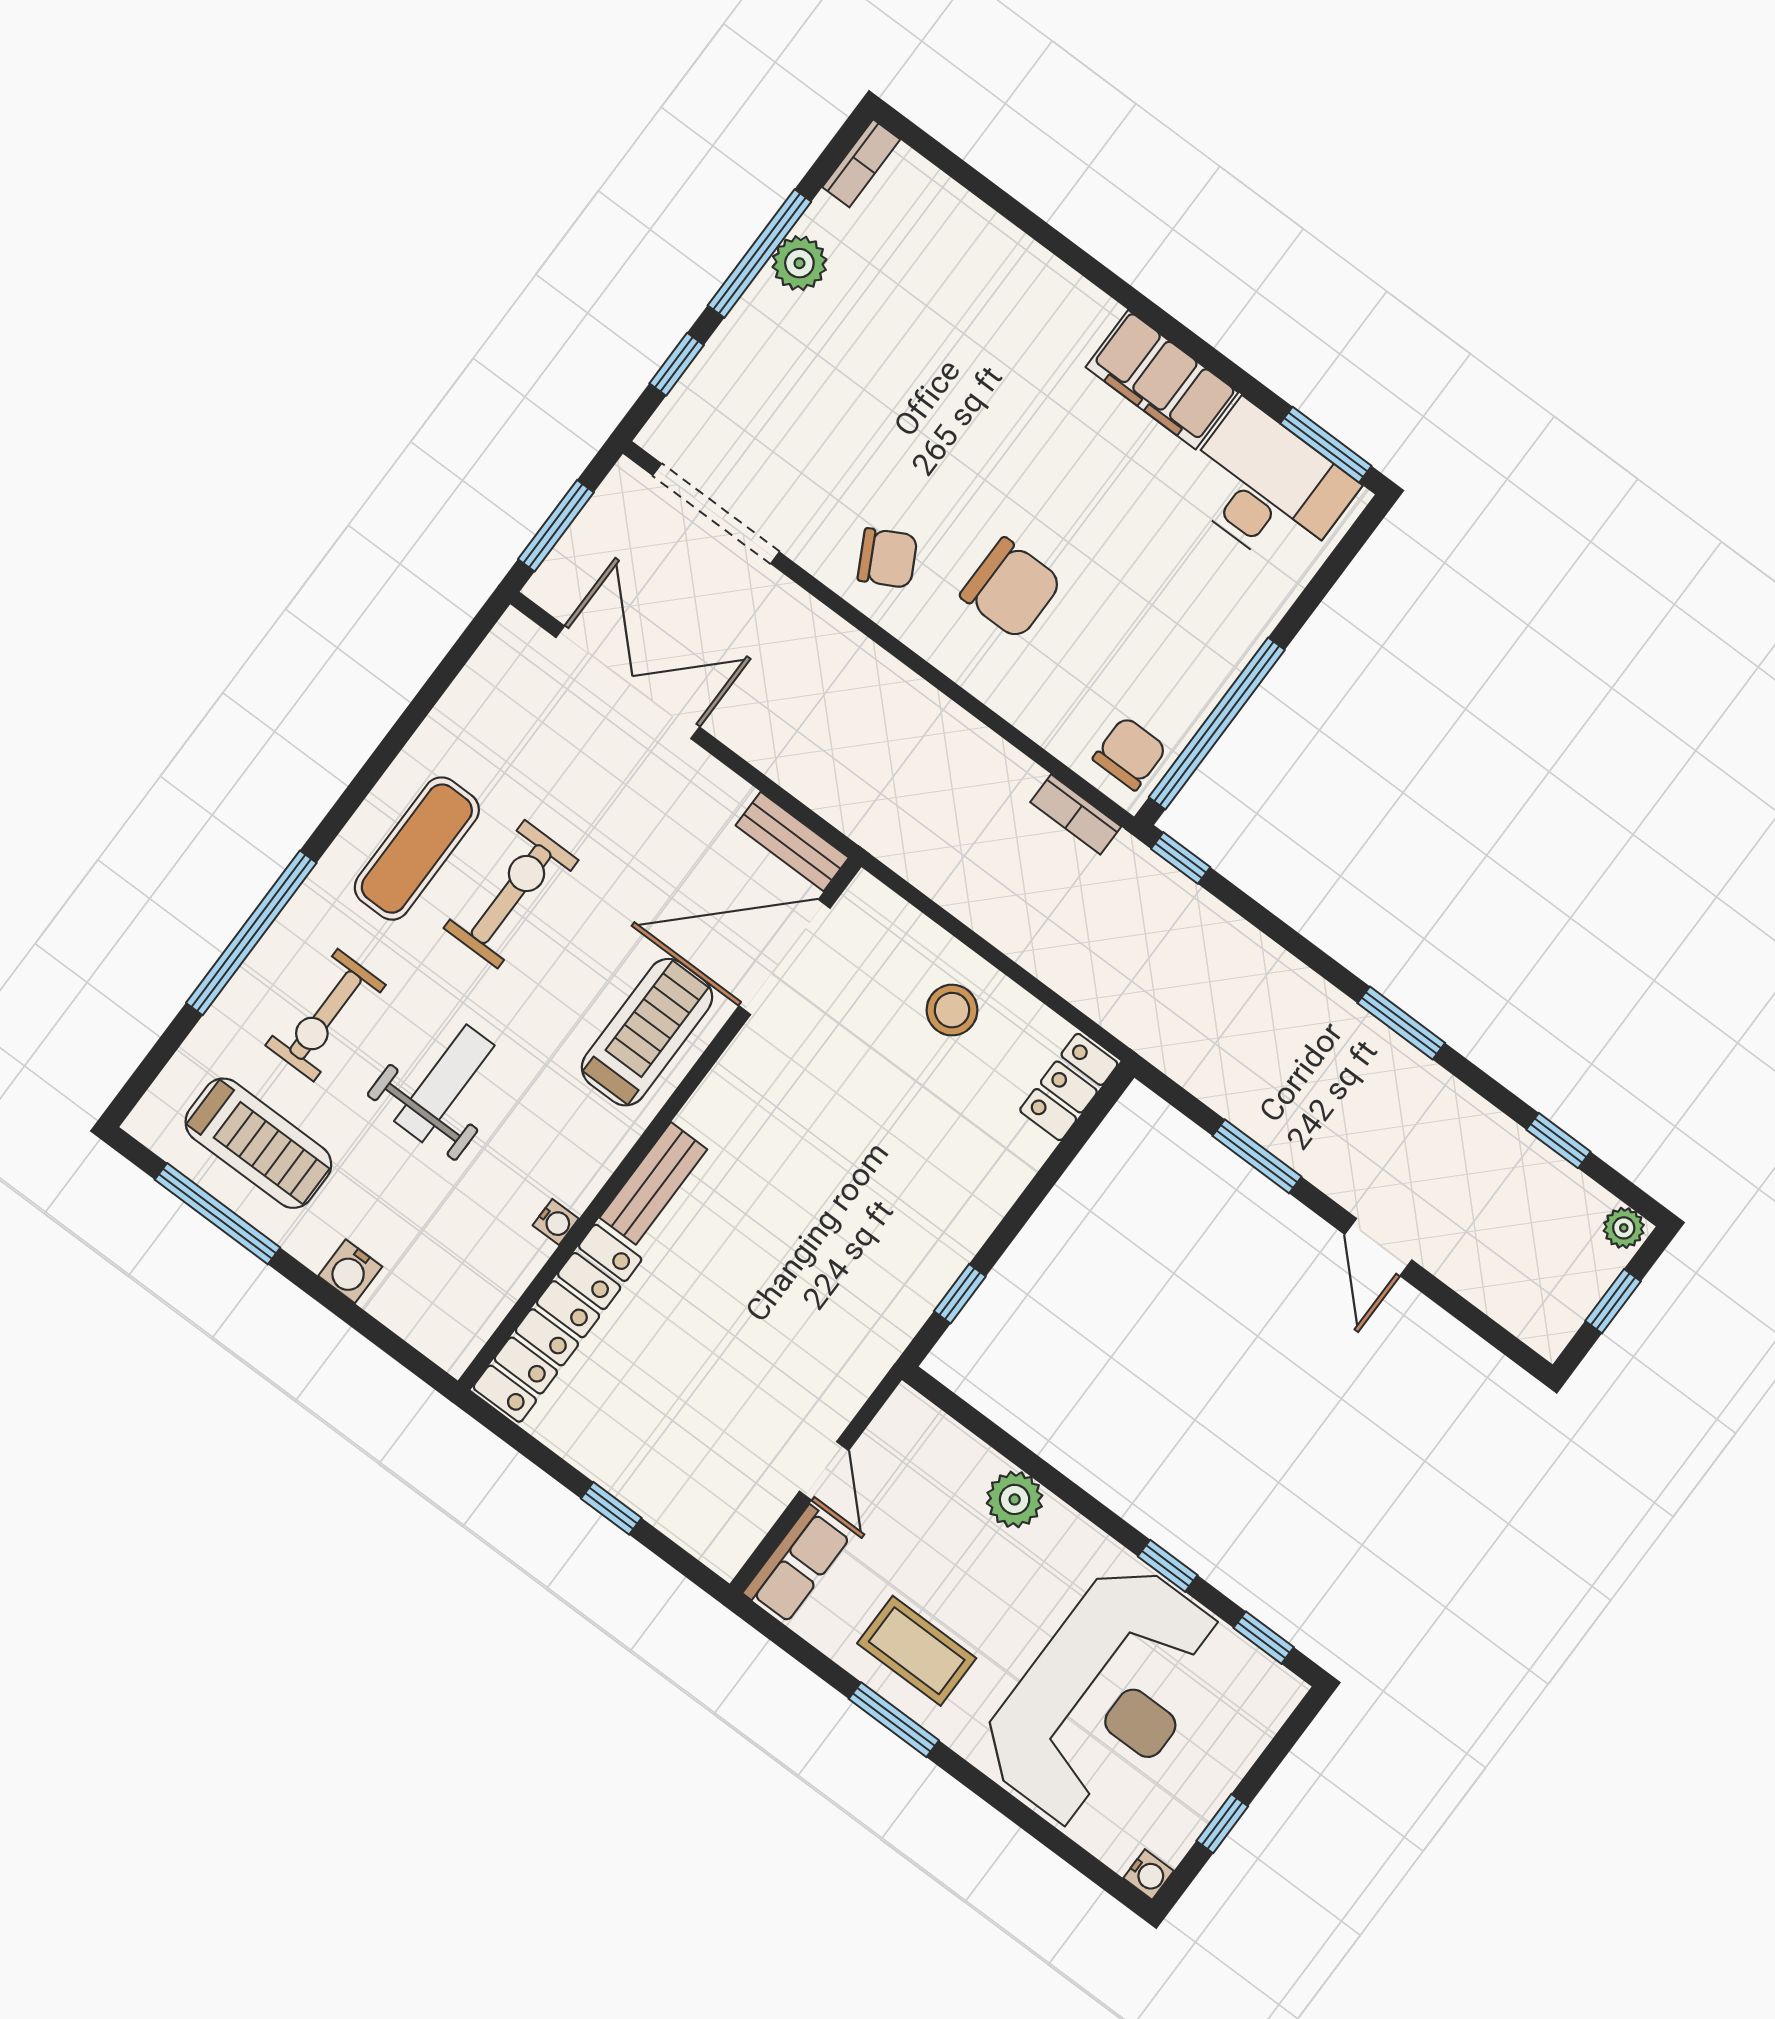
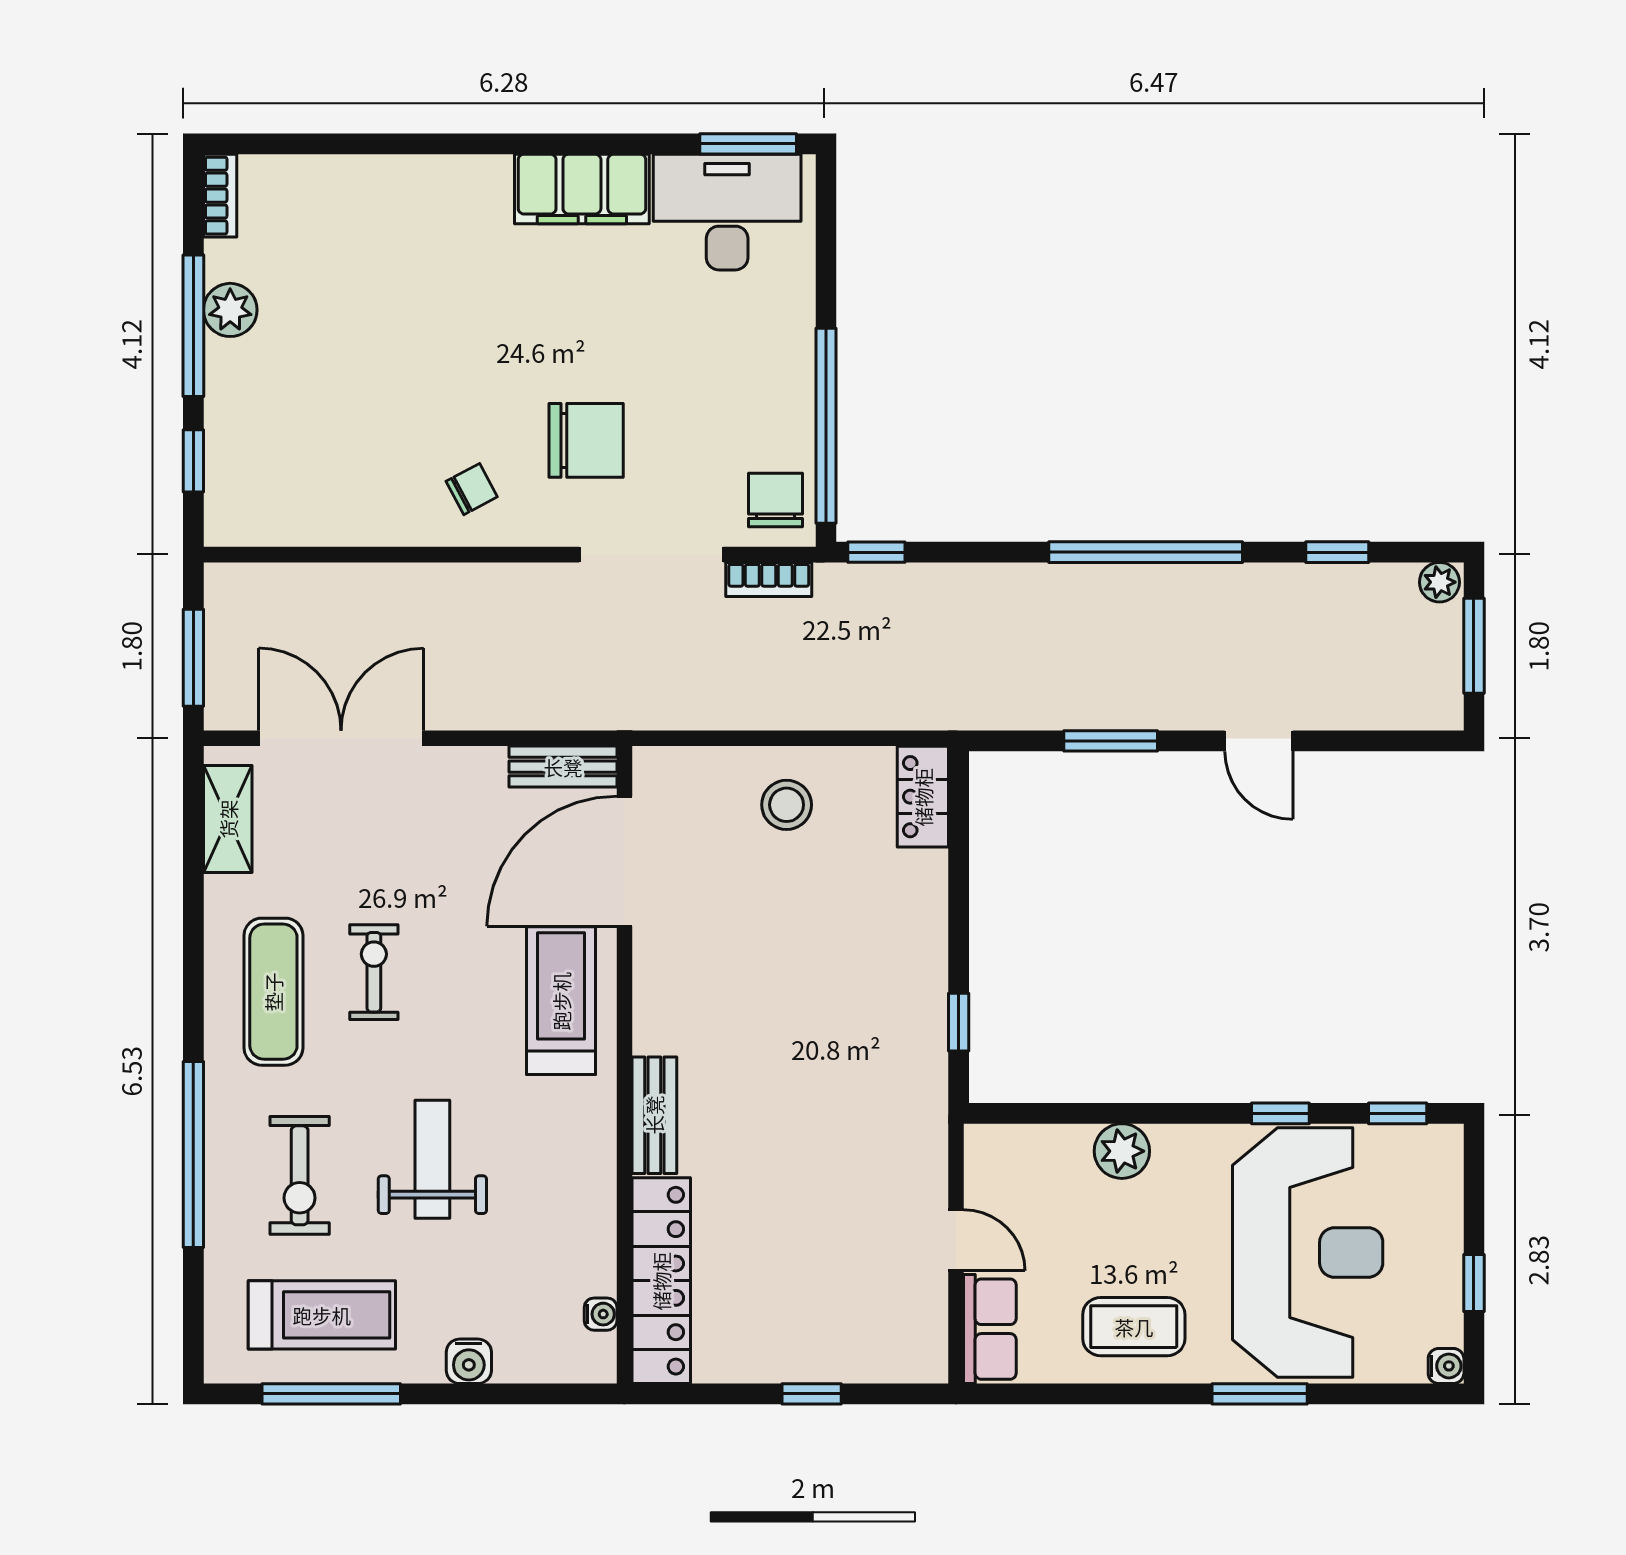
doorway: (716, 514) -> (651, 555), moved
chair: (888, 558) -> (472, 489), width x0.73, depth x0.73
shelving: (485, 679) -> (228, 819), added
exercise bike: (511, 894) -> (374, 972), width x0.73, depth x0.72
window: (1401, 1023) -> (1146, 552), width x2.11
water cooler: (556, 1222) -> (601, 1314), moved
window: (1613, 1301) -> (1474, 646), width x1.50
window: (894, 1720) -> (1260, 1394), moved

